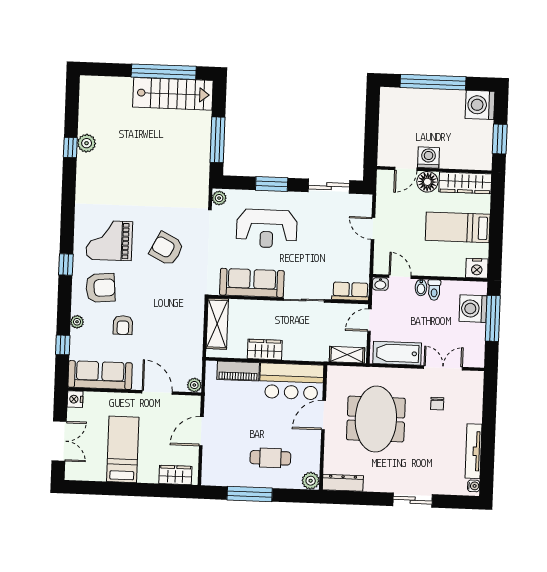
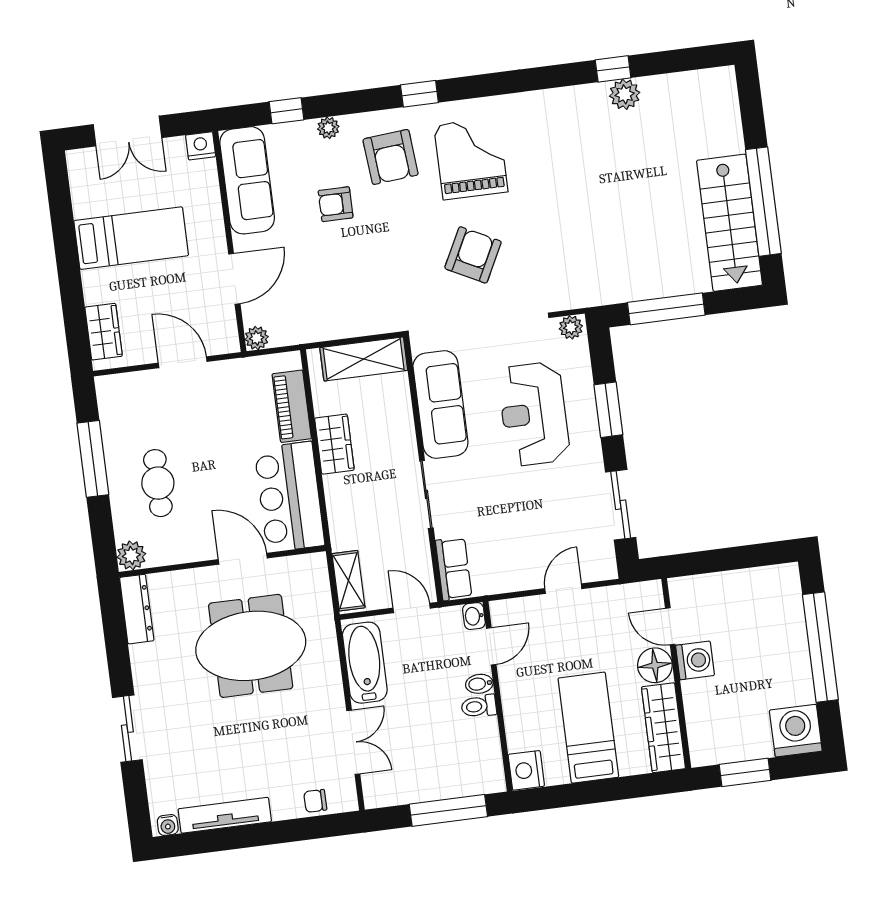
washing machine: (473, 309) -> (459, 775), removed
chair: (437, 404) -> (315, 801), moved

